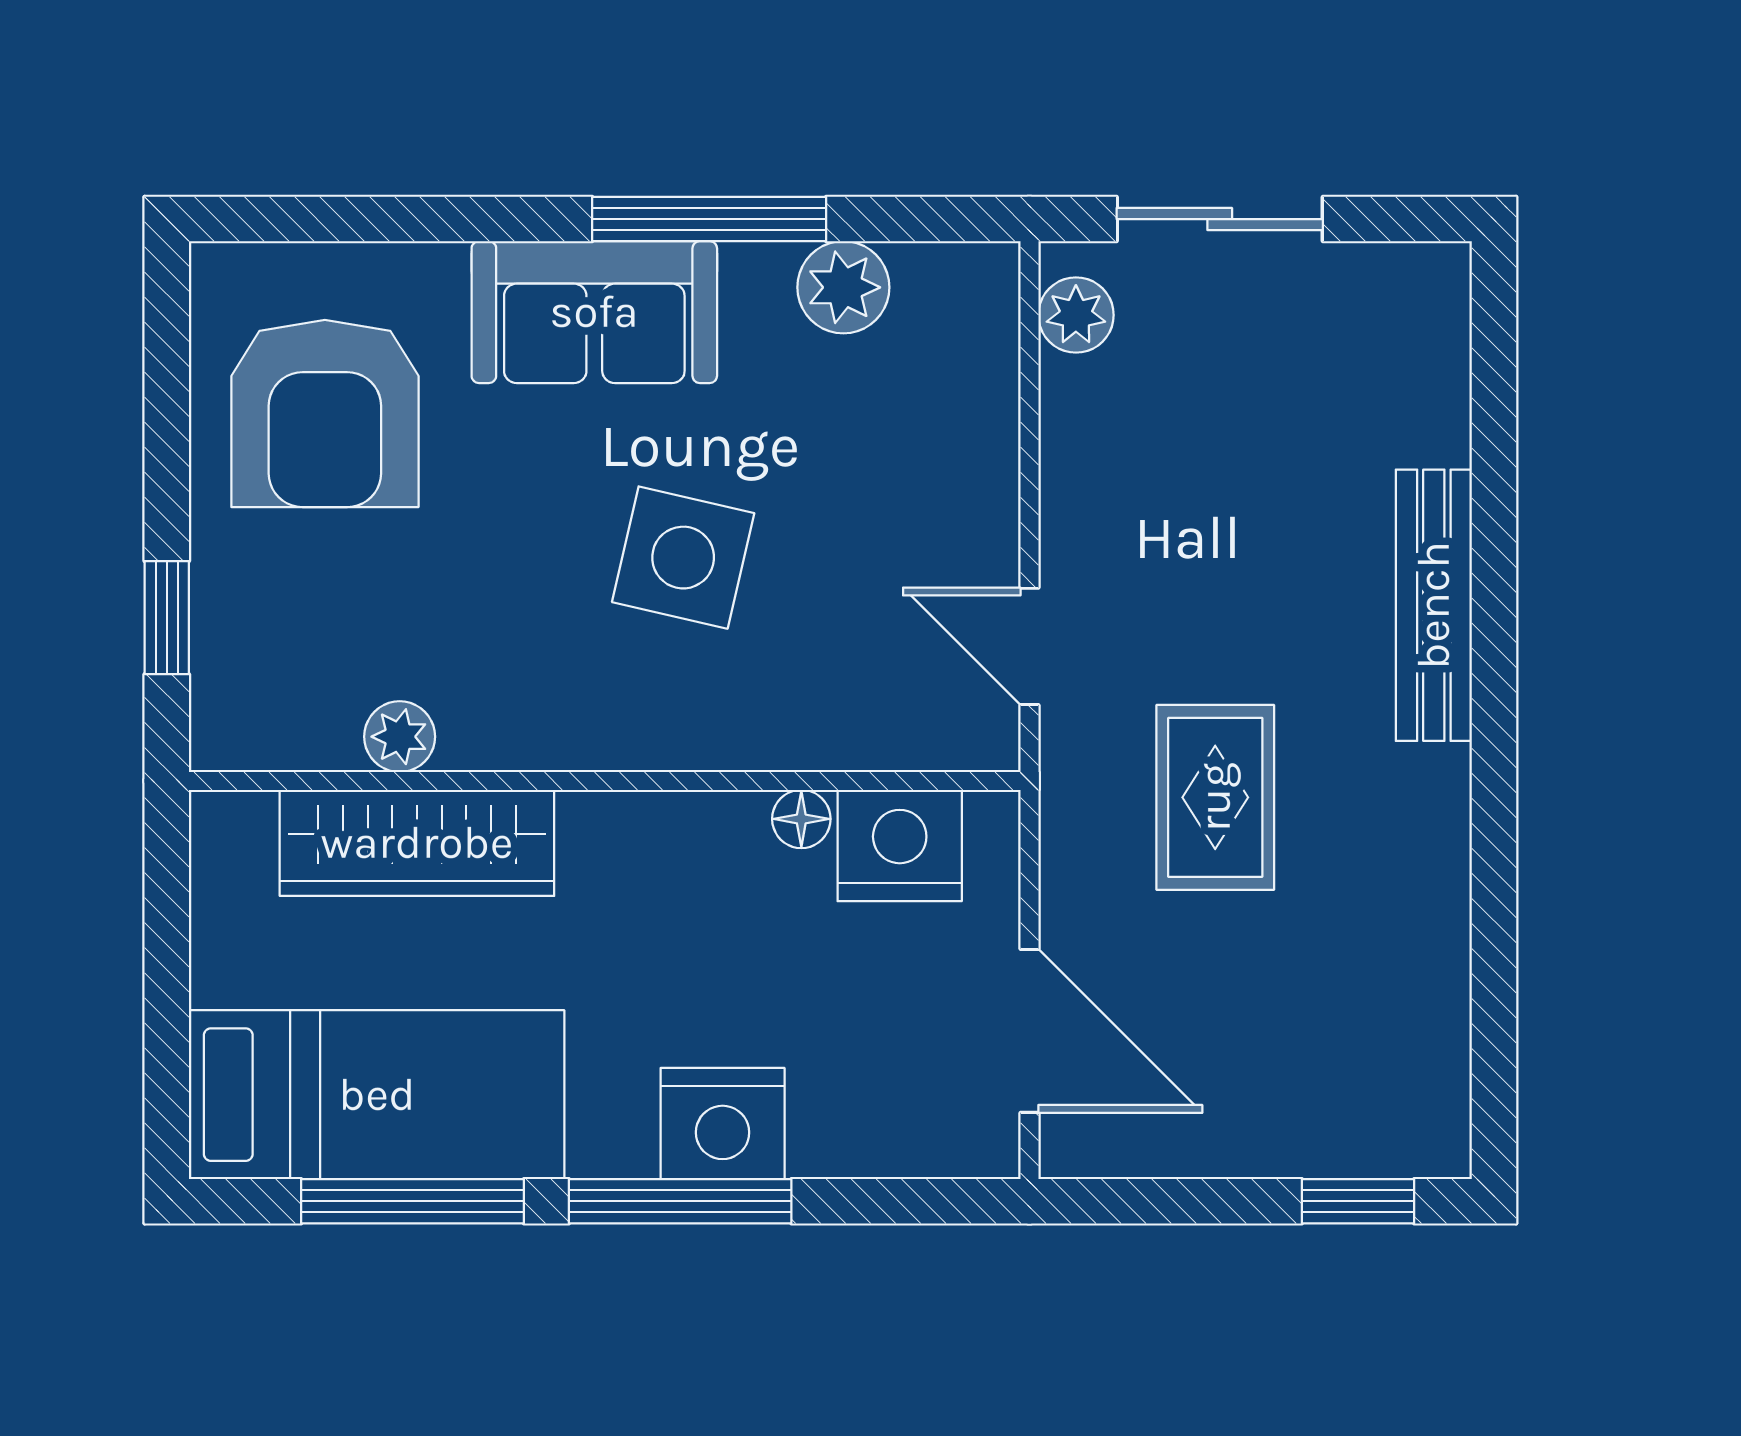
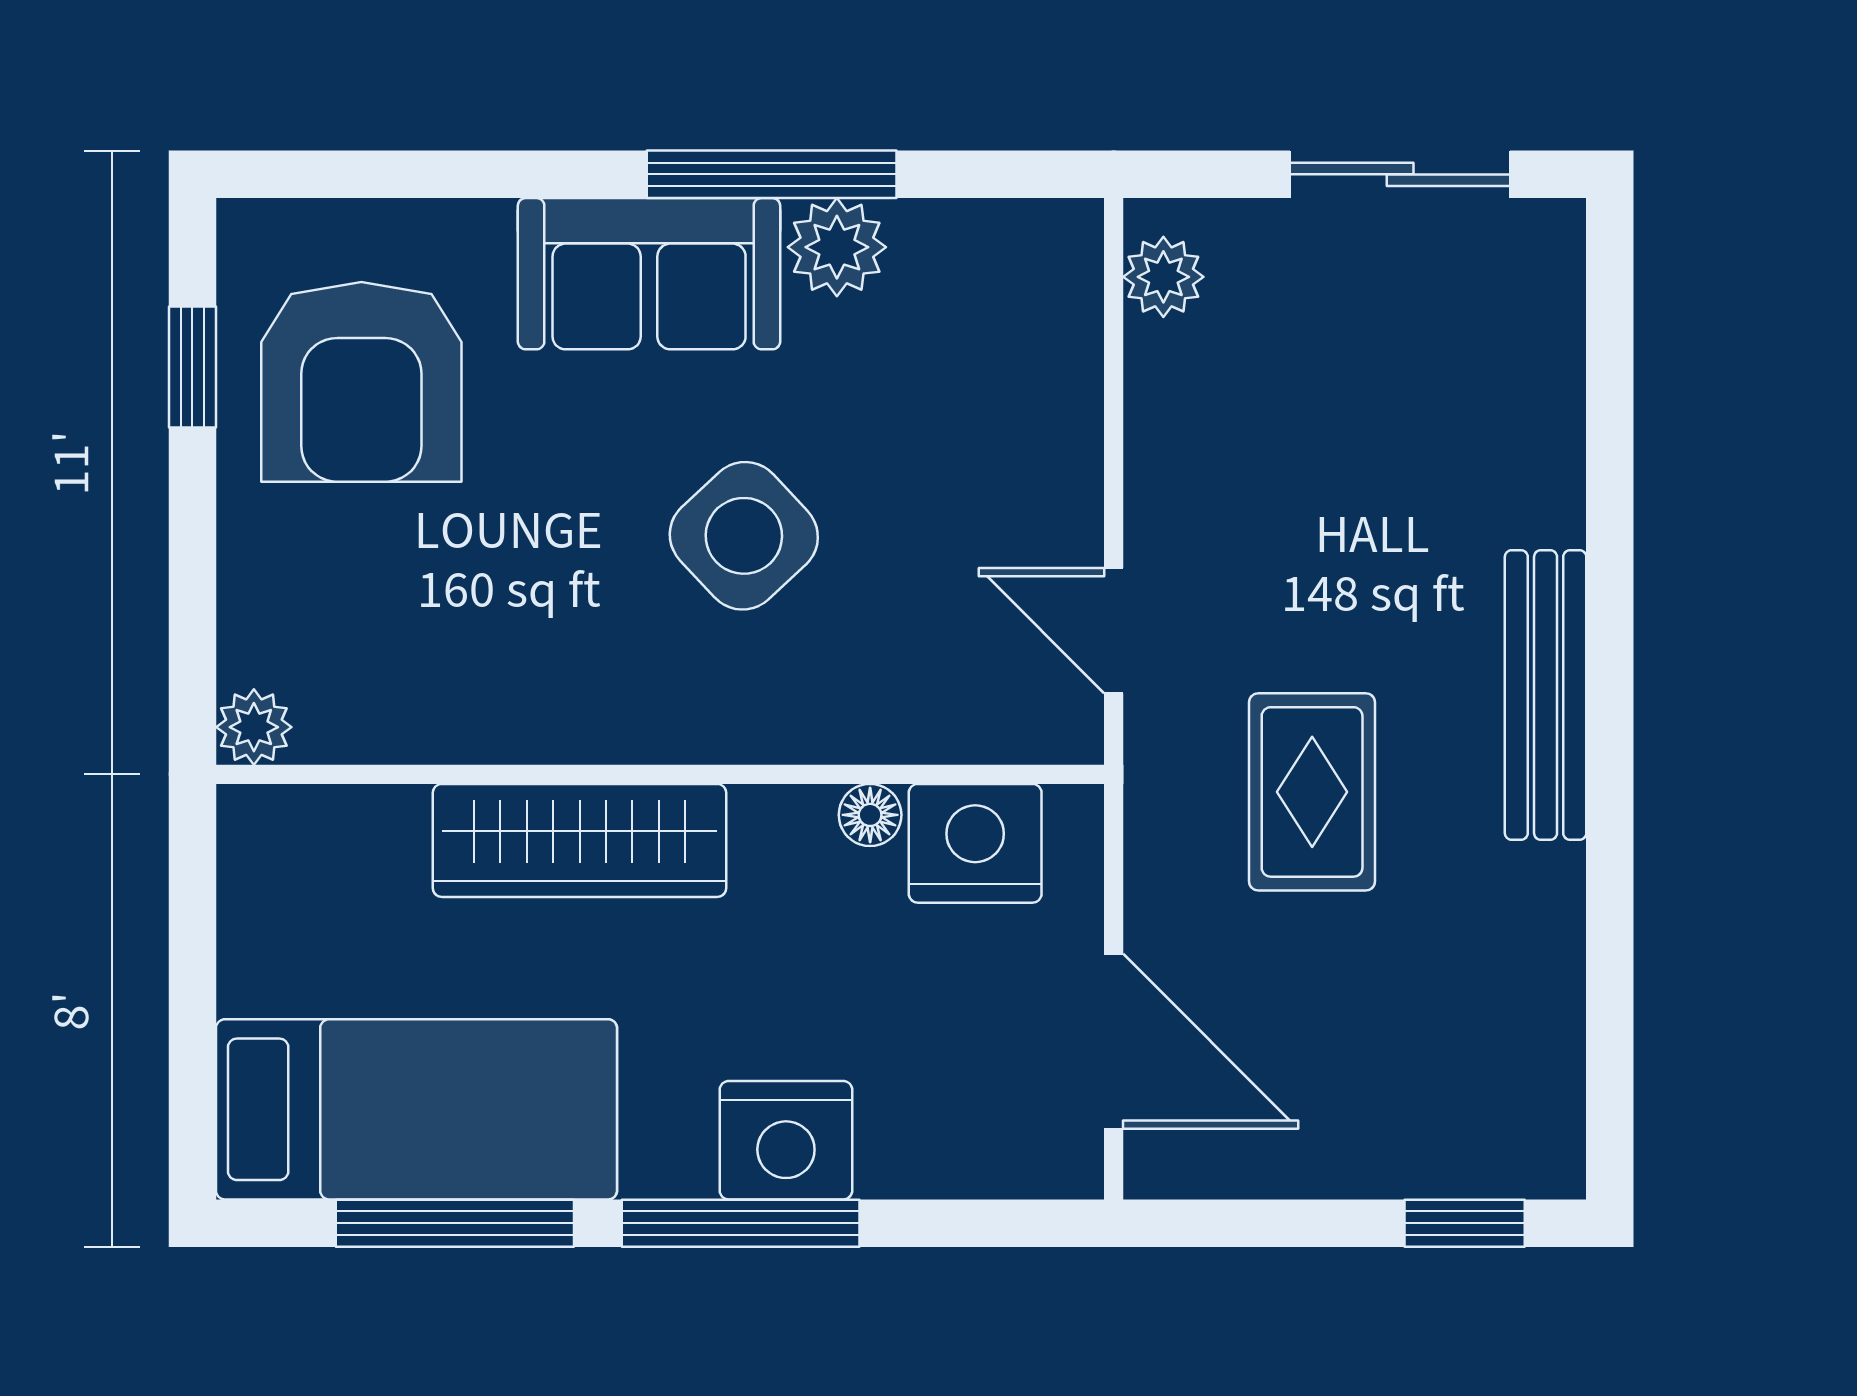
sliding door: (1220, 219) -> (1400, 174), moved
plant: (843, 287) -> (837, 247), moved
side table: (683, 558) -> (744, 536), turned 34
bench: (1434, 605) -> (1546, 695), moved
window: (167, 618) -> (192, 367), moved
plant: (400, 737) -> (254, 727), moved
wardrobe: (417, 843) -> (580, 840), moved

